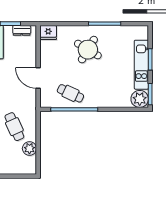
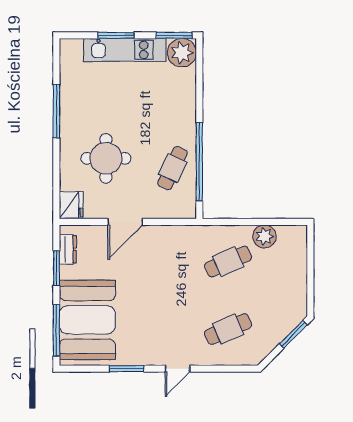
round table: (88, 50) -> (106, 158), moved, turned -31
door: (38, 78) -> (125, 222), moved

